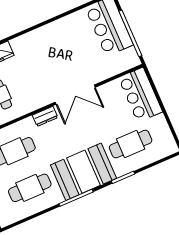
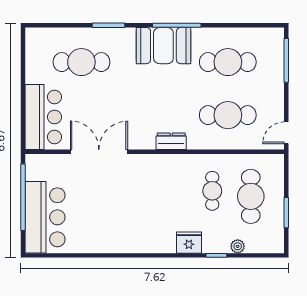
double door: (75, 95) -> (99, 152), moved
booth: (83, 172) -> (163, 46), width x0.73, depth x0.70

